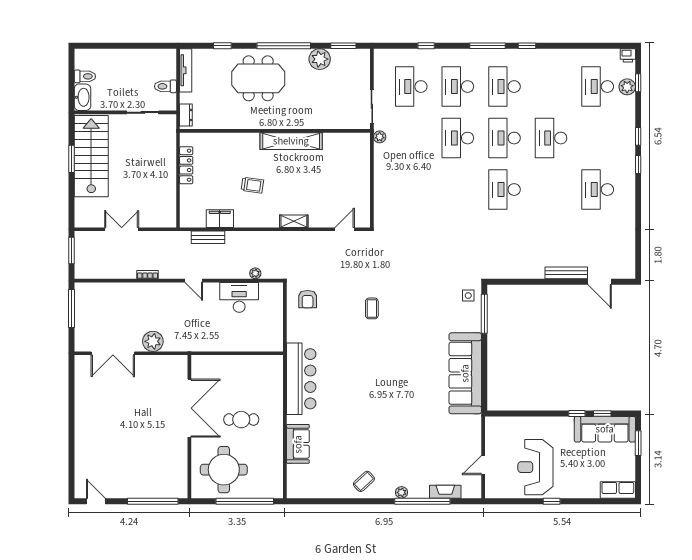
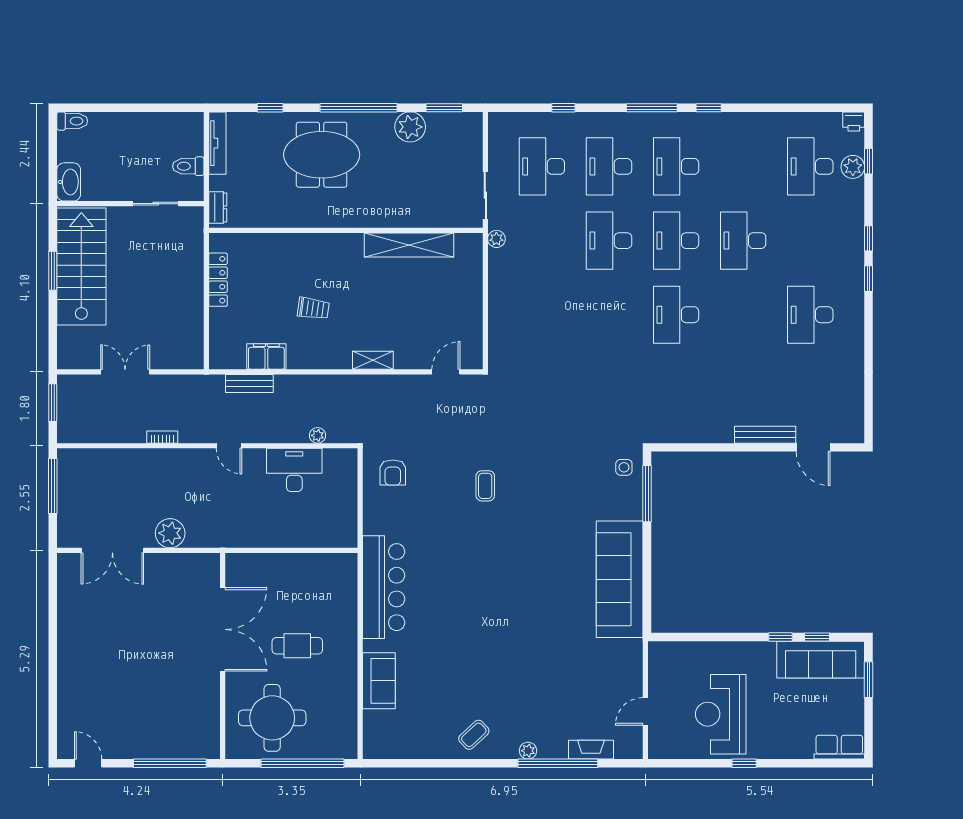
toilet: (85, 76) -> (72, 121), moved
shelving: (291, 141) -> (409, 245), moved

